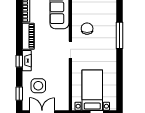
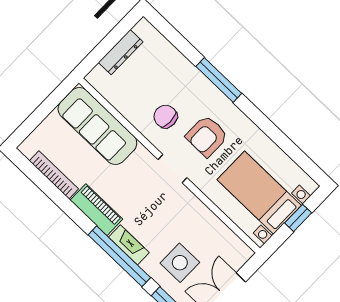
armchair: (94, 51) -> (207, 136), added
window: (19, 61) -> (119, 256), width x3.17

